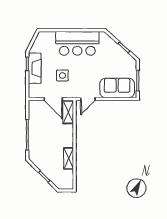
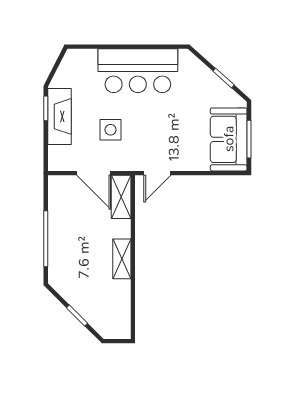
sofa: (117, 88) -> (229, 139), moved, turned -90
shelving: (69, 158) -> (122, 259), moved

